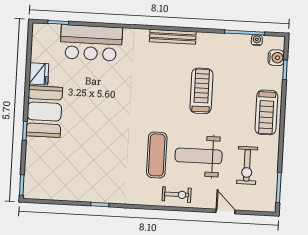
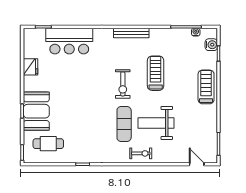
booth: (44, 112) -> (36, 111), moved
treadmill: (266, 112) -> (206, 87), turned 180
exercise bike: (247, 165) -> (123, 84), moved
cafe table: (57, 175) -> (48, 144), added
door: (225, 211) -> (197, 164), moved

